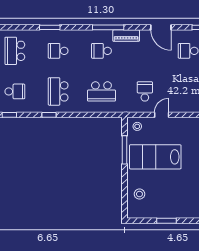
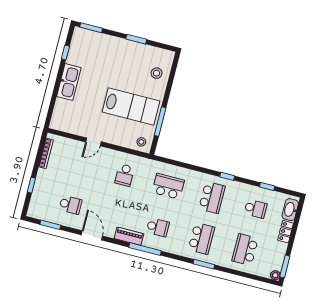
school desk: (15, 51) -> (245, 250), turned 180
school desk: (58, 51) -> (201, 238), width x1.85
school desk: (15, 91) -> (256, 209), turned 180
door: (162, 115) -> (93, 142), moved

